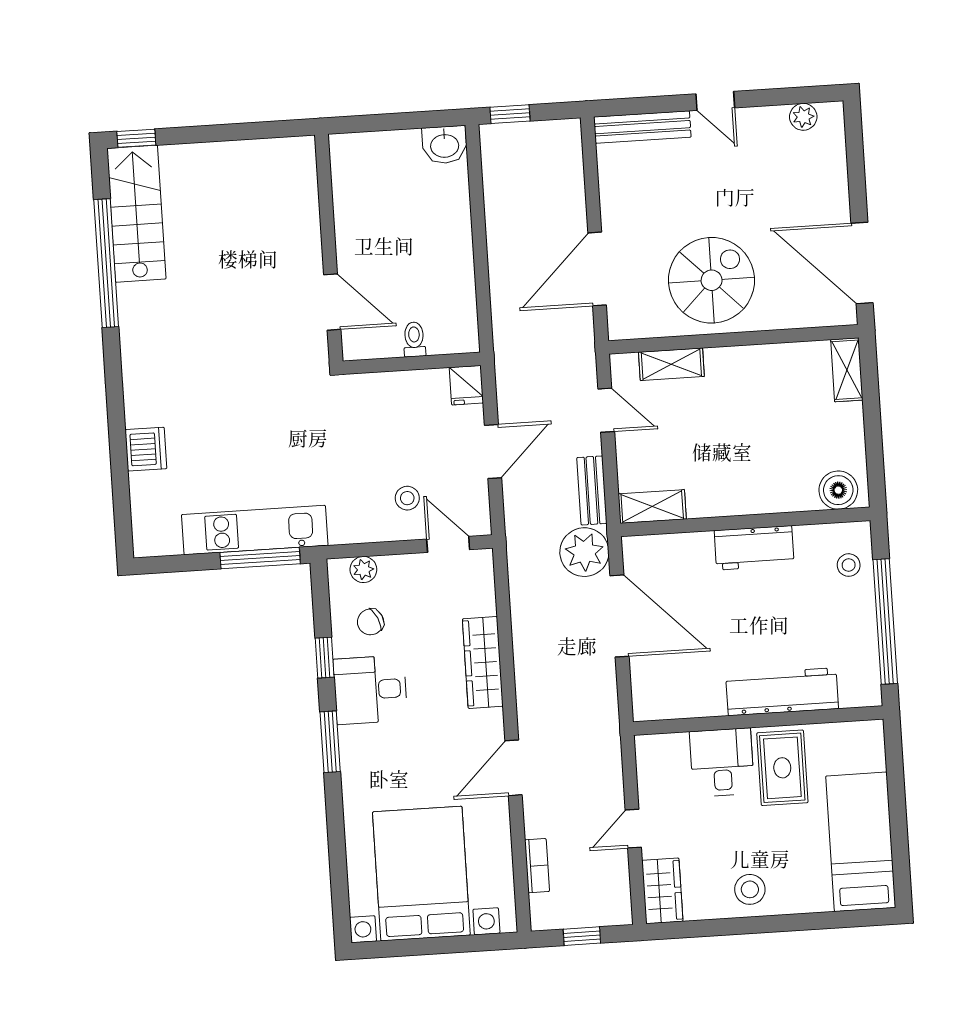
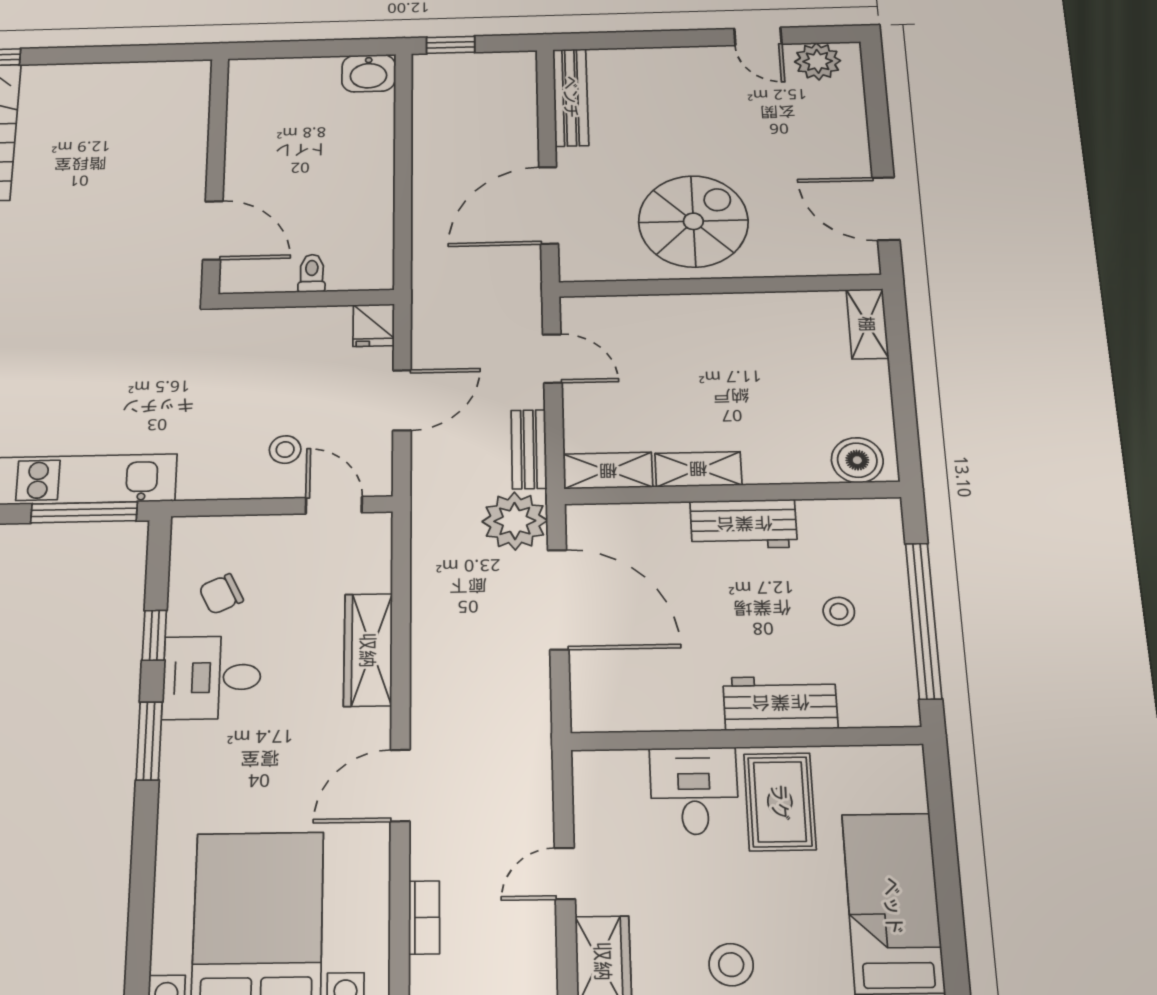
door: (715, 101) -> (758, 36), moved
plant: (803, 117) -> (818, 61), width x1.38, depth x1.38
bench: (642, 127) -> (571, 97), moved, turned 90
door: (862, 263) -> (886, 209), width x0.73
shelving: (671, 364) -> (698, 469), moved
stool: (849, 565) -> (839, 611), moved
plant: (363, 569) -> (219, 531), removed
workbench: (782, 692) -> (780, 703), width x0.73

